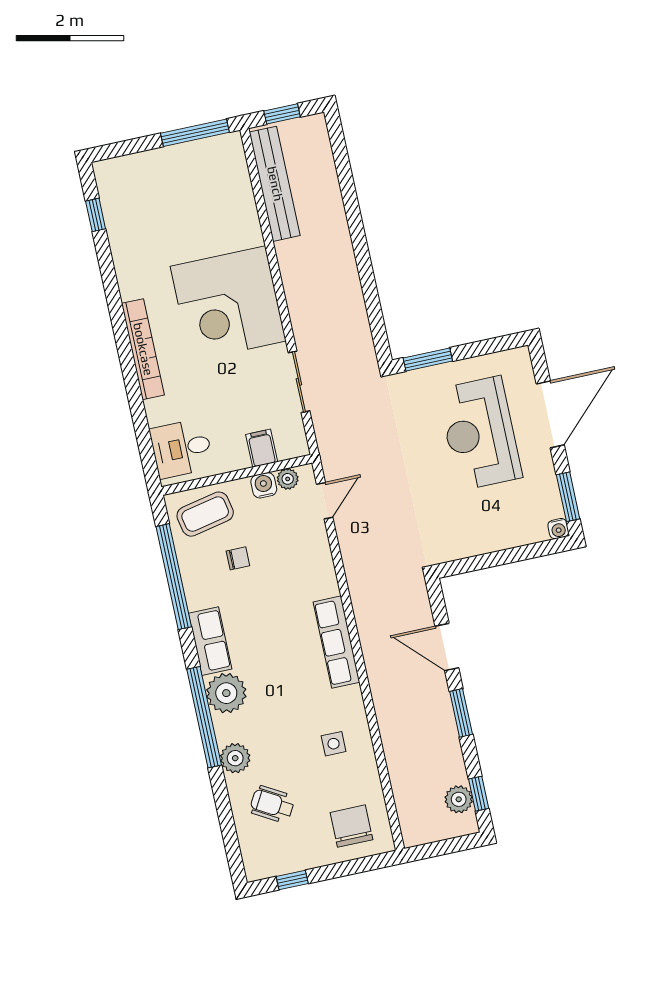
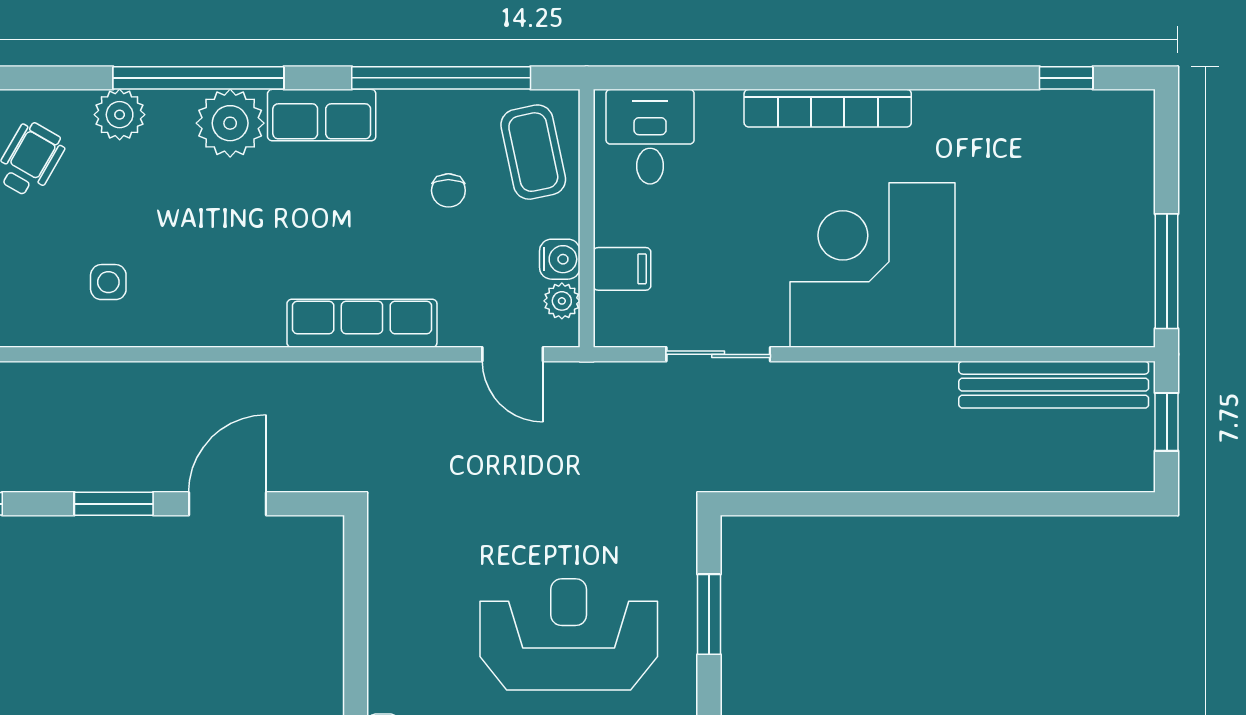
window: (428, 360) -> (709, 614), moved
row of seats: (336, 642) -> (362, 323), moved

